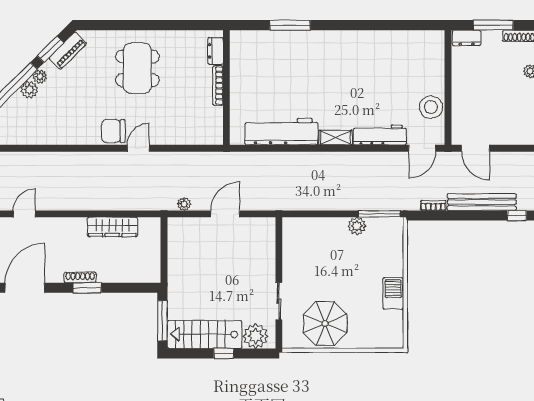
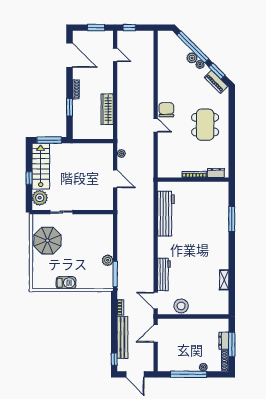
dresser: (467, 38) -> (224, 341), moved
dining table: (137, 68) -> (205, 125), turned 90
shelving: (336, 138) -> (224, 280), moved
window: (87, 288) -> (70, 107), moved

